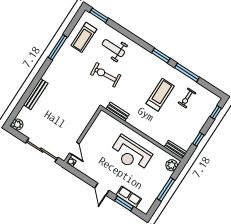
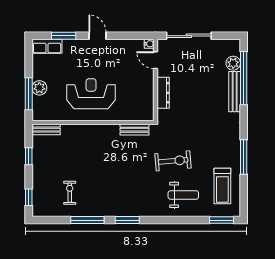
treadmill: (84, 37) -> (222, 186), turned 180
treadmill: (160, 95) -> (101, 177), removed
window: (24, 99) -> (244, 78), added
plant: (17, 124) -> (233, 63), moved
dresser: (83, 124) -> (163, 93), added
plant: (172, 165) -> (39, 88), moved
window: (166, 189) -> (29, 94), moved
row of seats: (129, 197) -> (47, 46), moved

